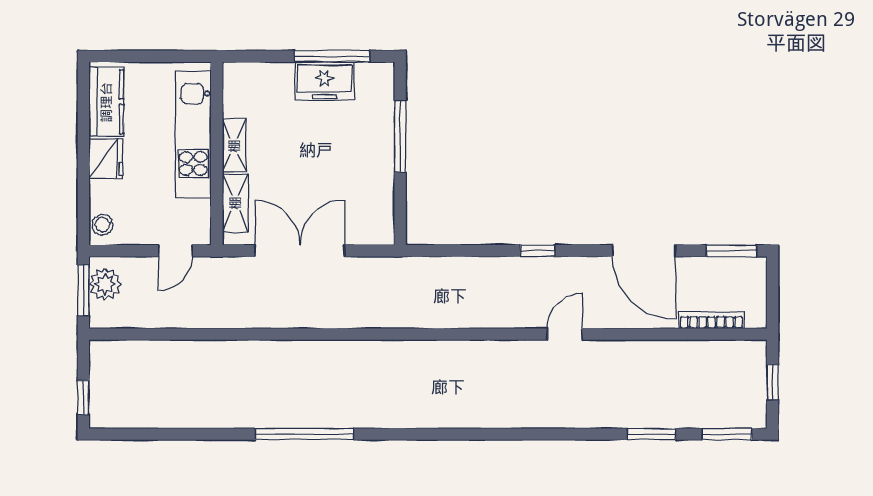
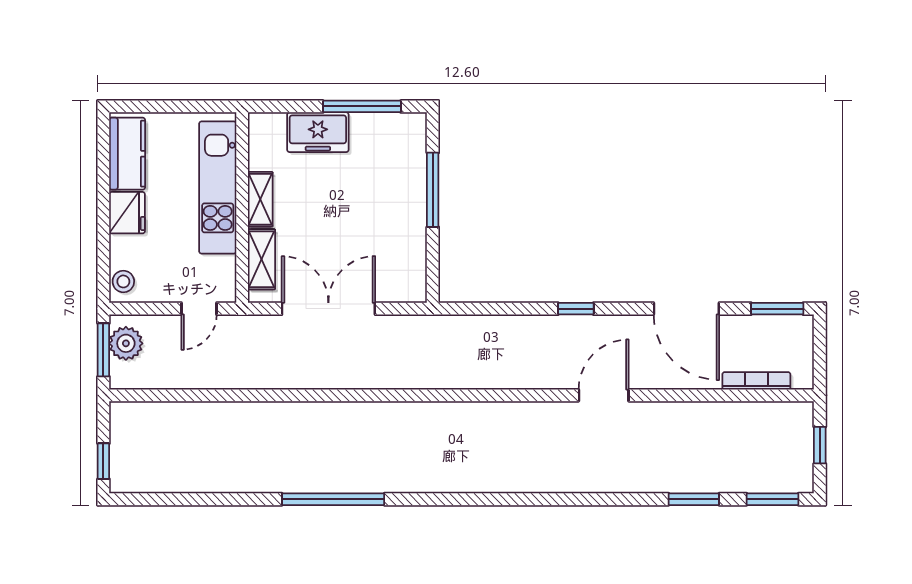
freezer: (325, 81) -> (318, 132), moved
door: (565, 334) -> (604, 395), width x1.38

